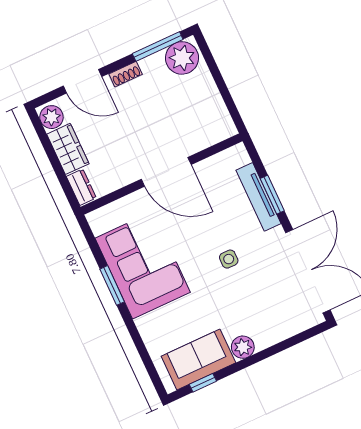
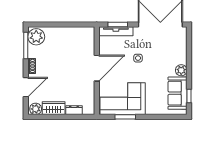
door: (166, 172) -> (97, 68), moved
wall: (162, 174) -> (97, 71), moved

